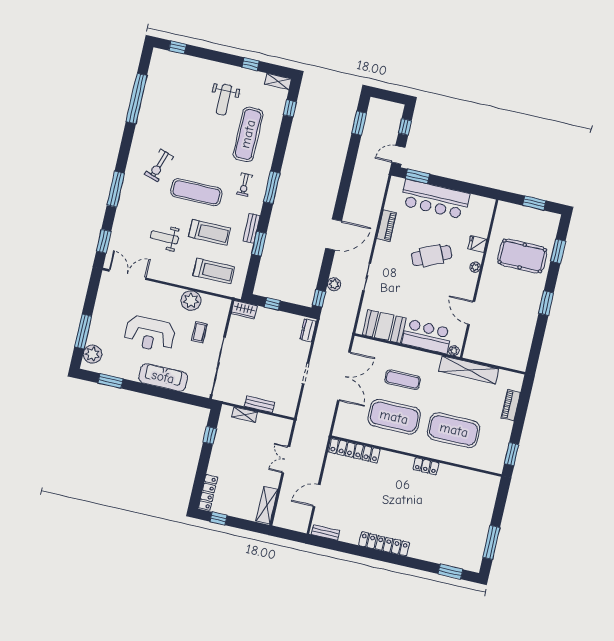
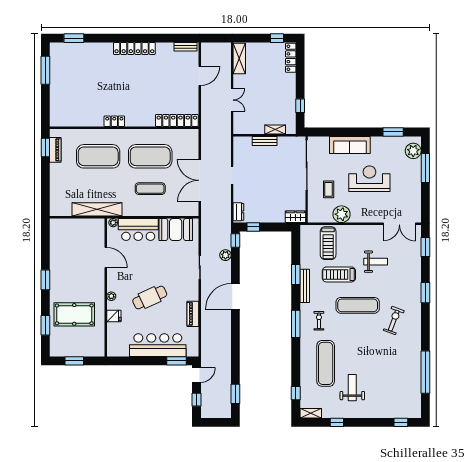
window: (116, 189) -> (425, 293), width x0.69
bench: (252, 228) -> (305, 286), width x1.36
treadmill: (214, 271) -> (328, 243), turned -90
window: (272, 304) -> (253, 227), moved
piano: (511, 405) -> (55, 150), moved

